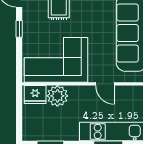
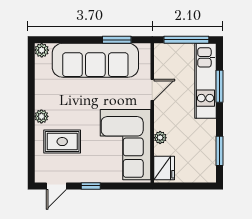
plant: (57, 96) -> (160, 138), width x0.53, depth x0.53

